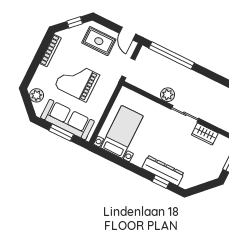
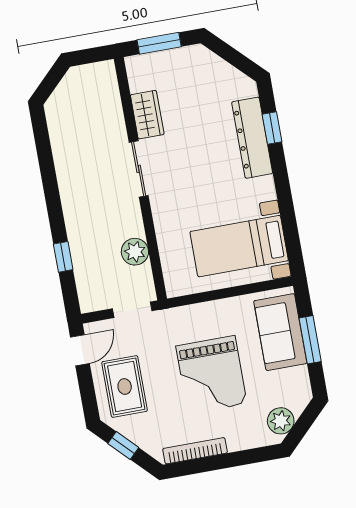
window: (172, 55) -> (63, 257), width x0.32
plant: (168, 95) -> (135, 252), moved
sofa: (68, 120) -> (280, 332), width x0.73

